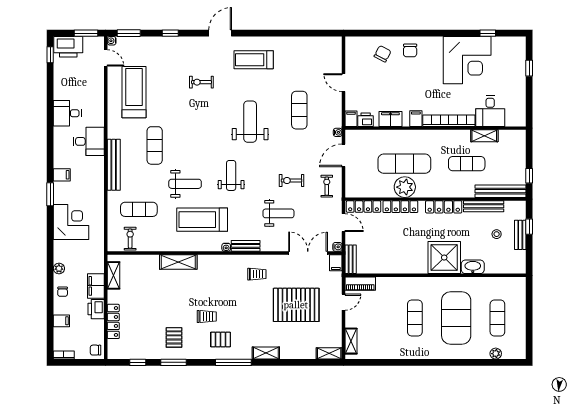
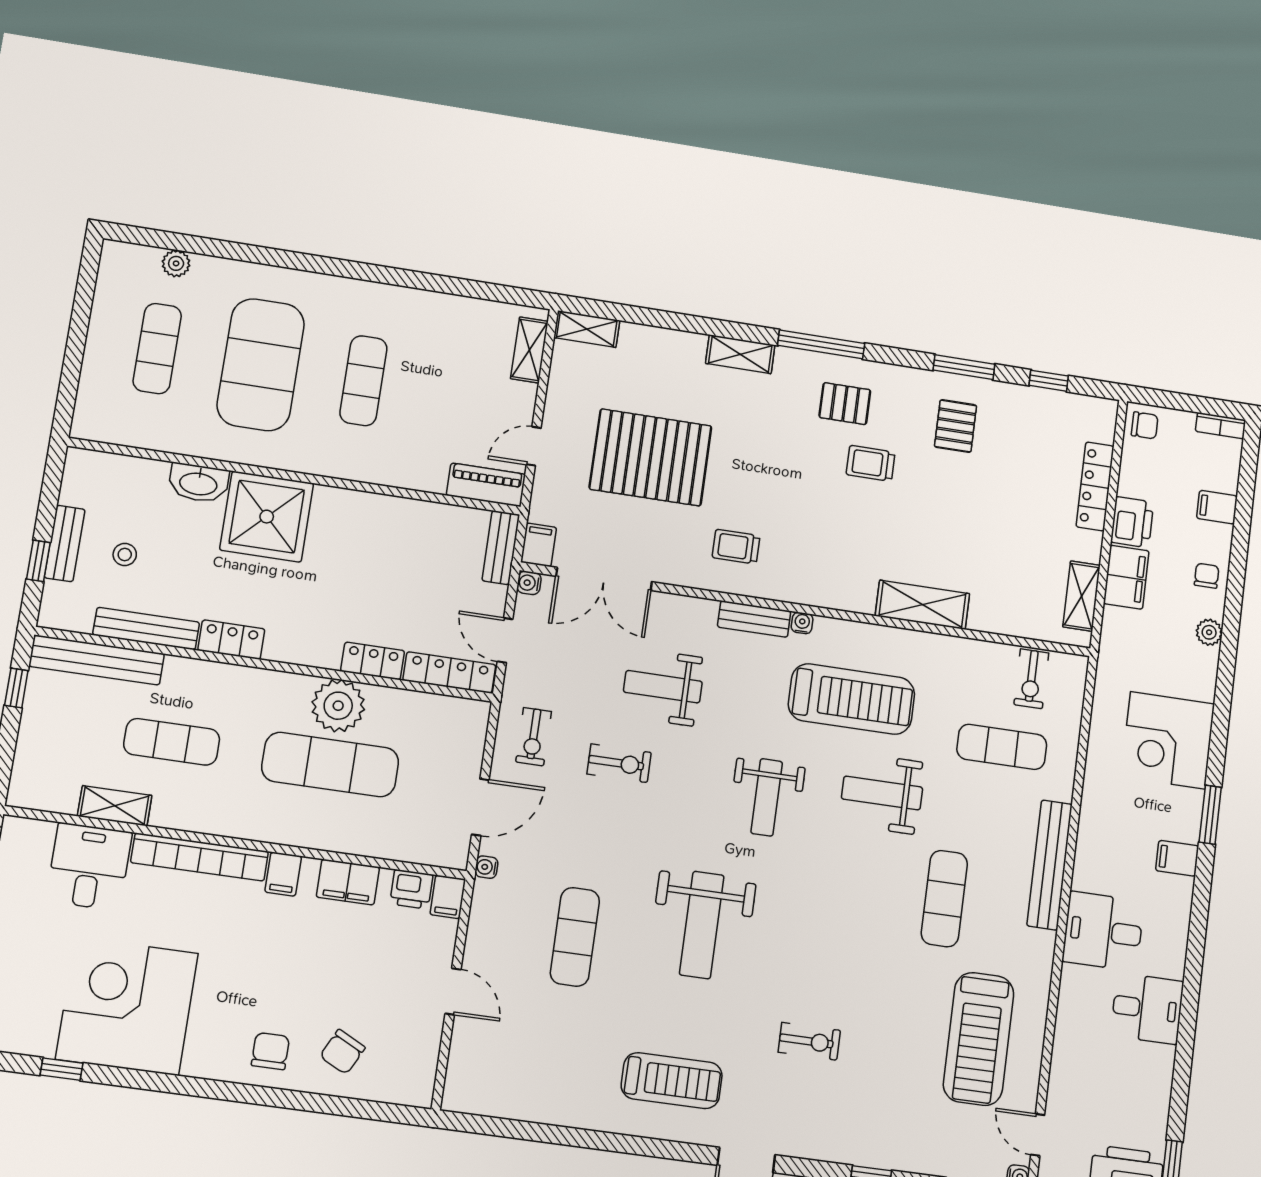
locker: (400, 207) -> (373, 661), width x0.66
locker: (444, 207) -> (231, 640), width x0.66

